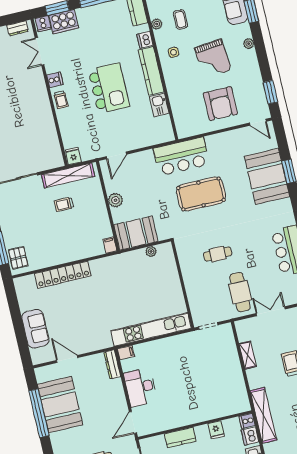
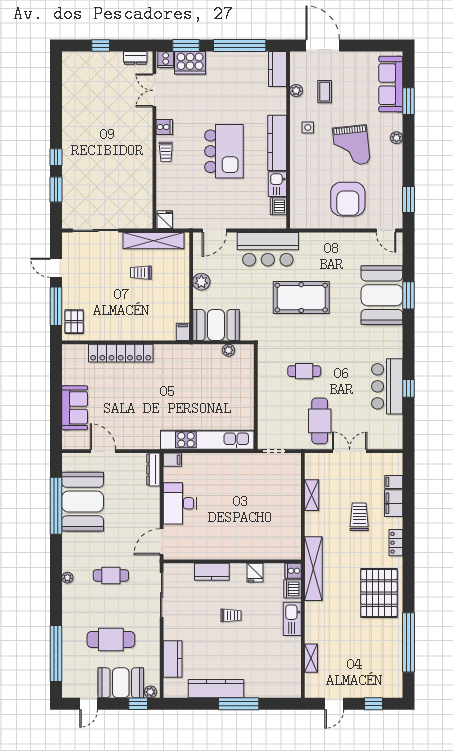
dishwasher: (145, 40) -> (278, 206), moved
bar counter: (181, 156) -> (268, 249), moved

